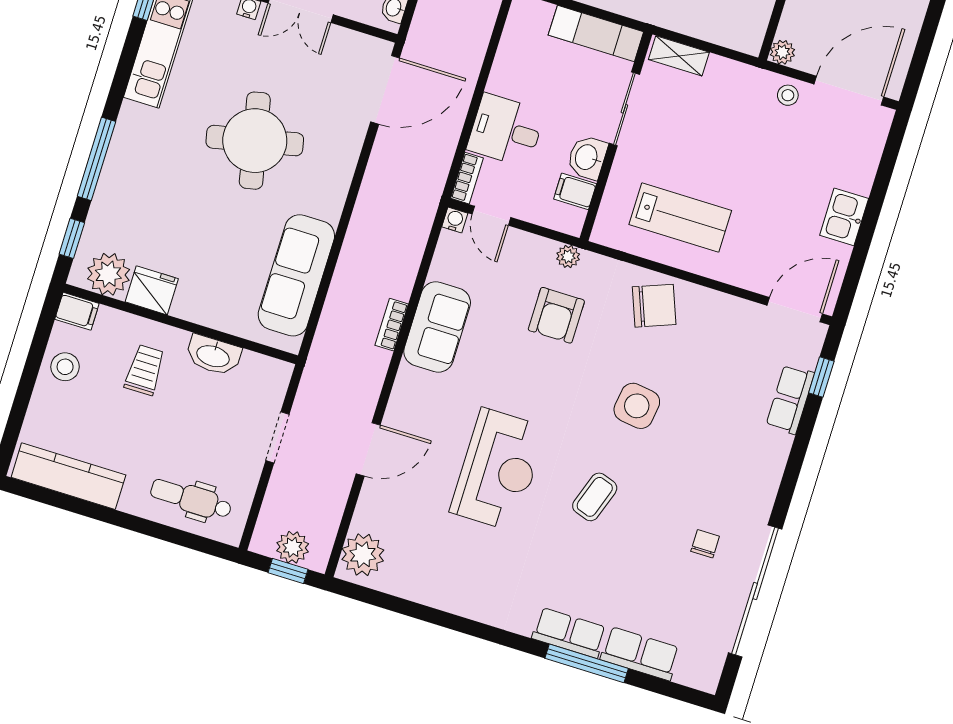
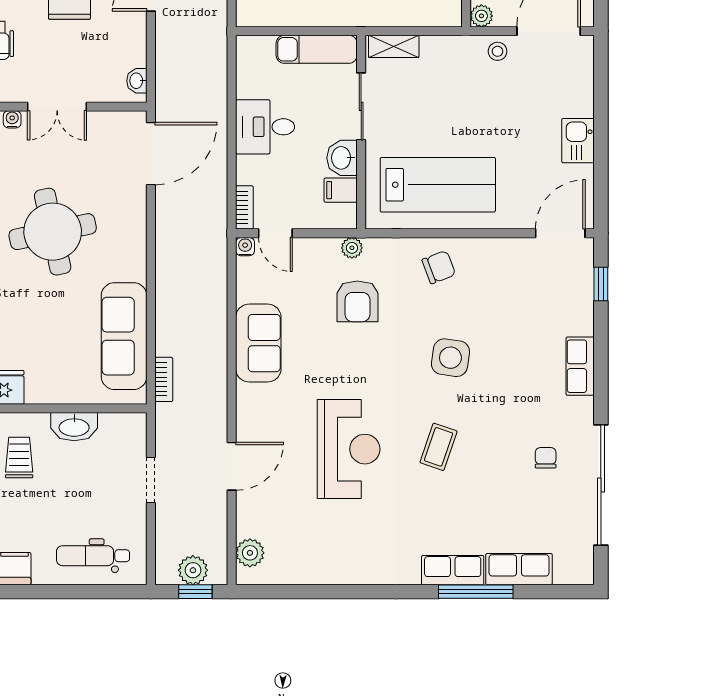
desk: (506, 130) -> (265, 127), moved
lab bench: (680, 218) -> (438, 185), width x1.36, depth x1.39
chair: (654, 306) -> (439, 267), width x0.73, depth x0.73
bookcase: (392, 325) -> (164, 379), moved, turned 180
row of seats: (790, 399) -> (580, 366), moved
plant: (363, 555) -> (250, 553), width x0.73, depth x0.73

